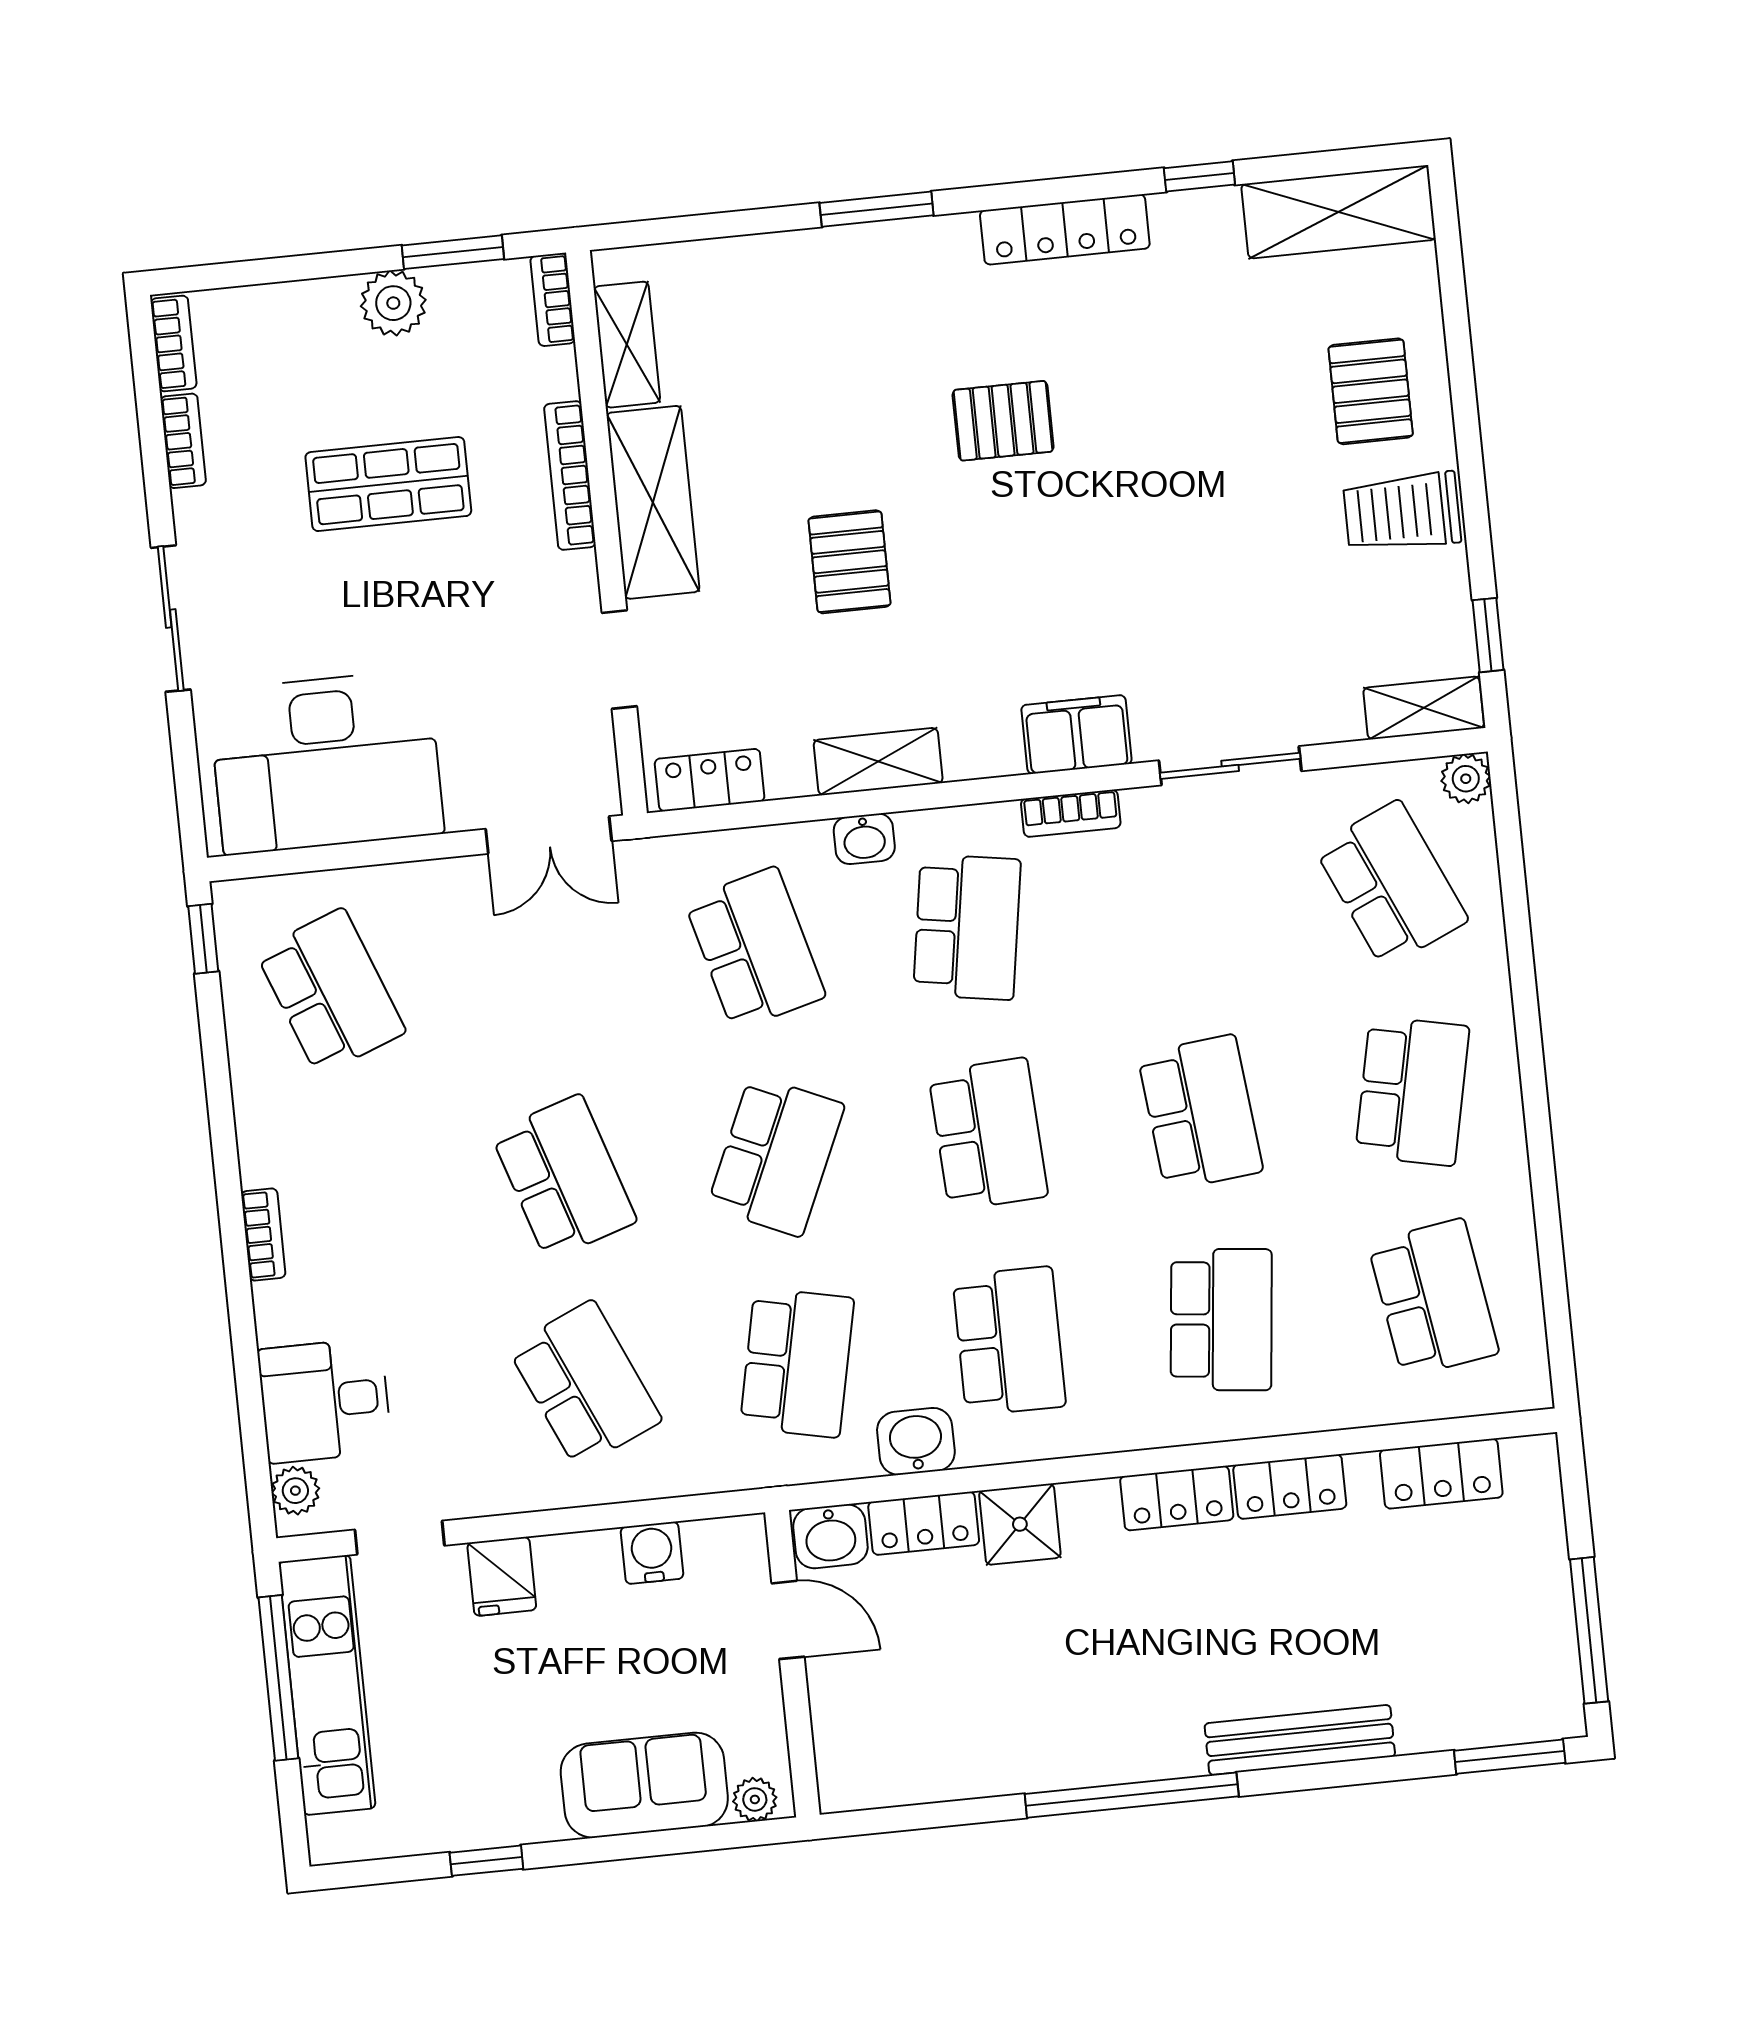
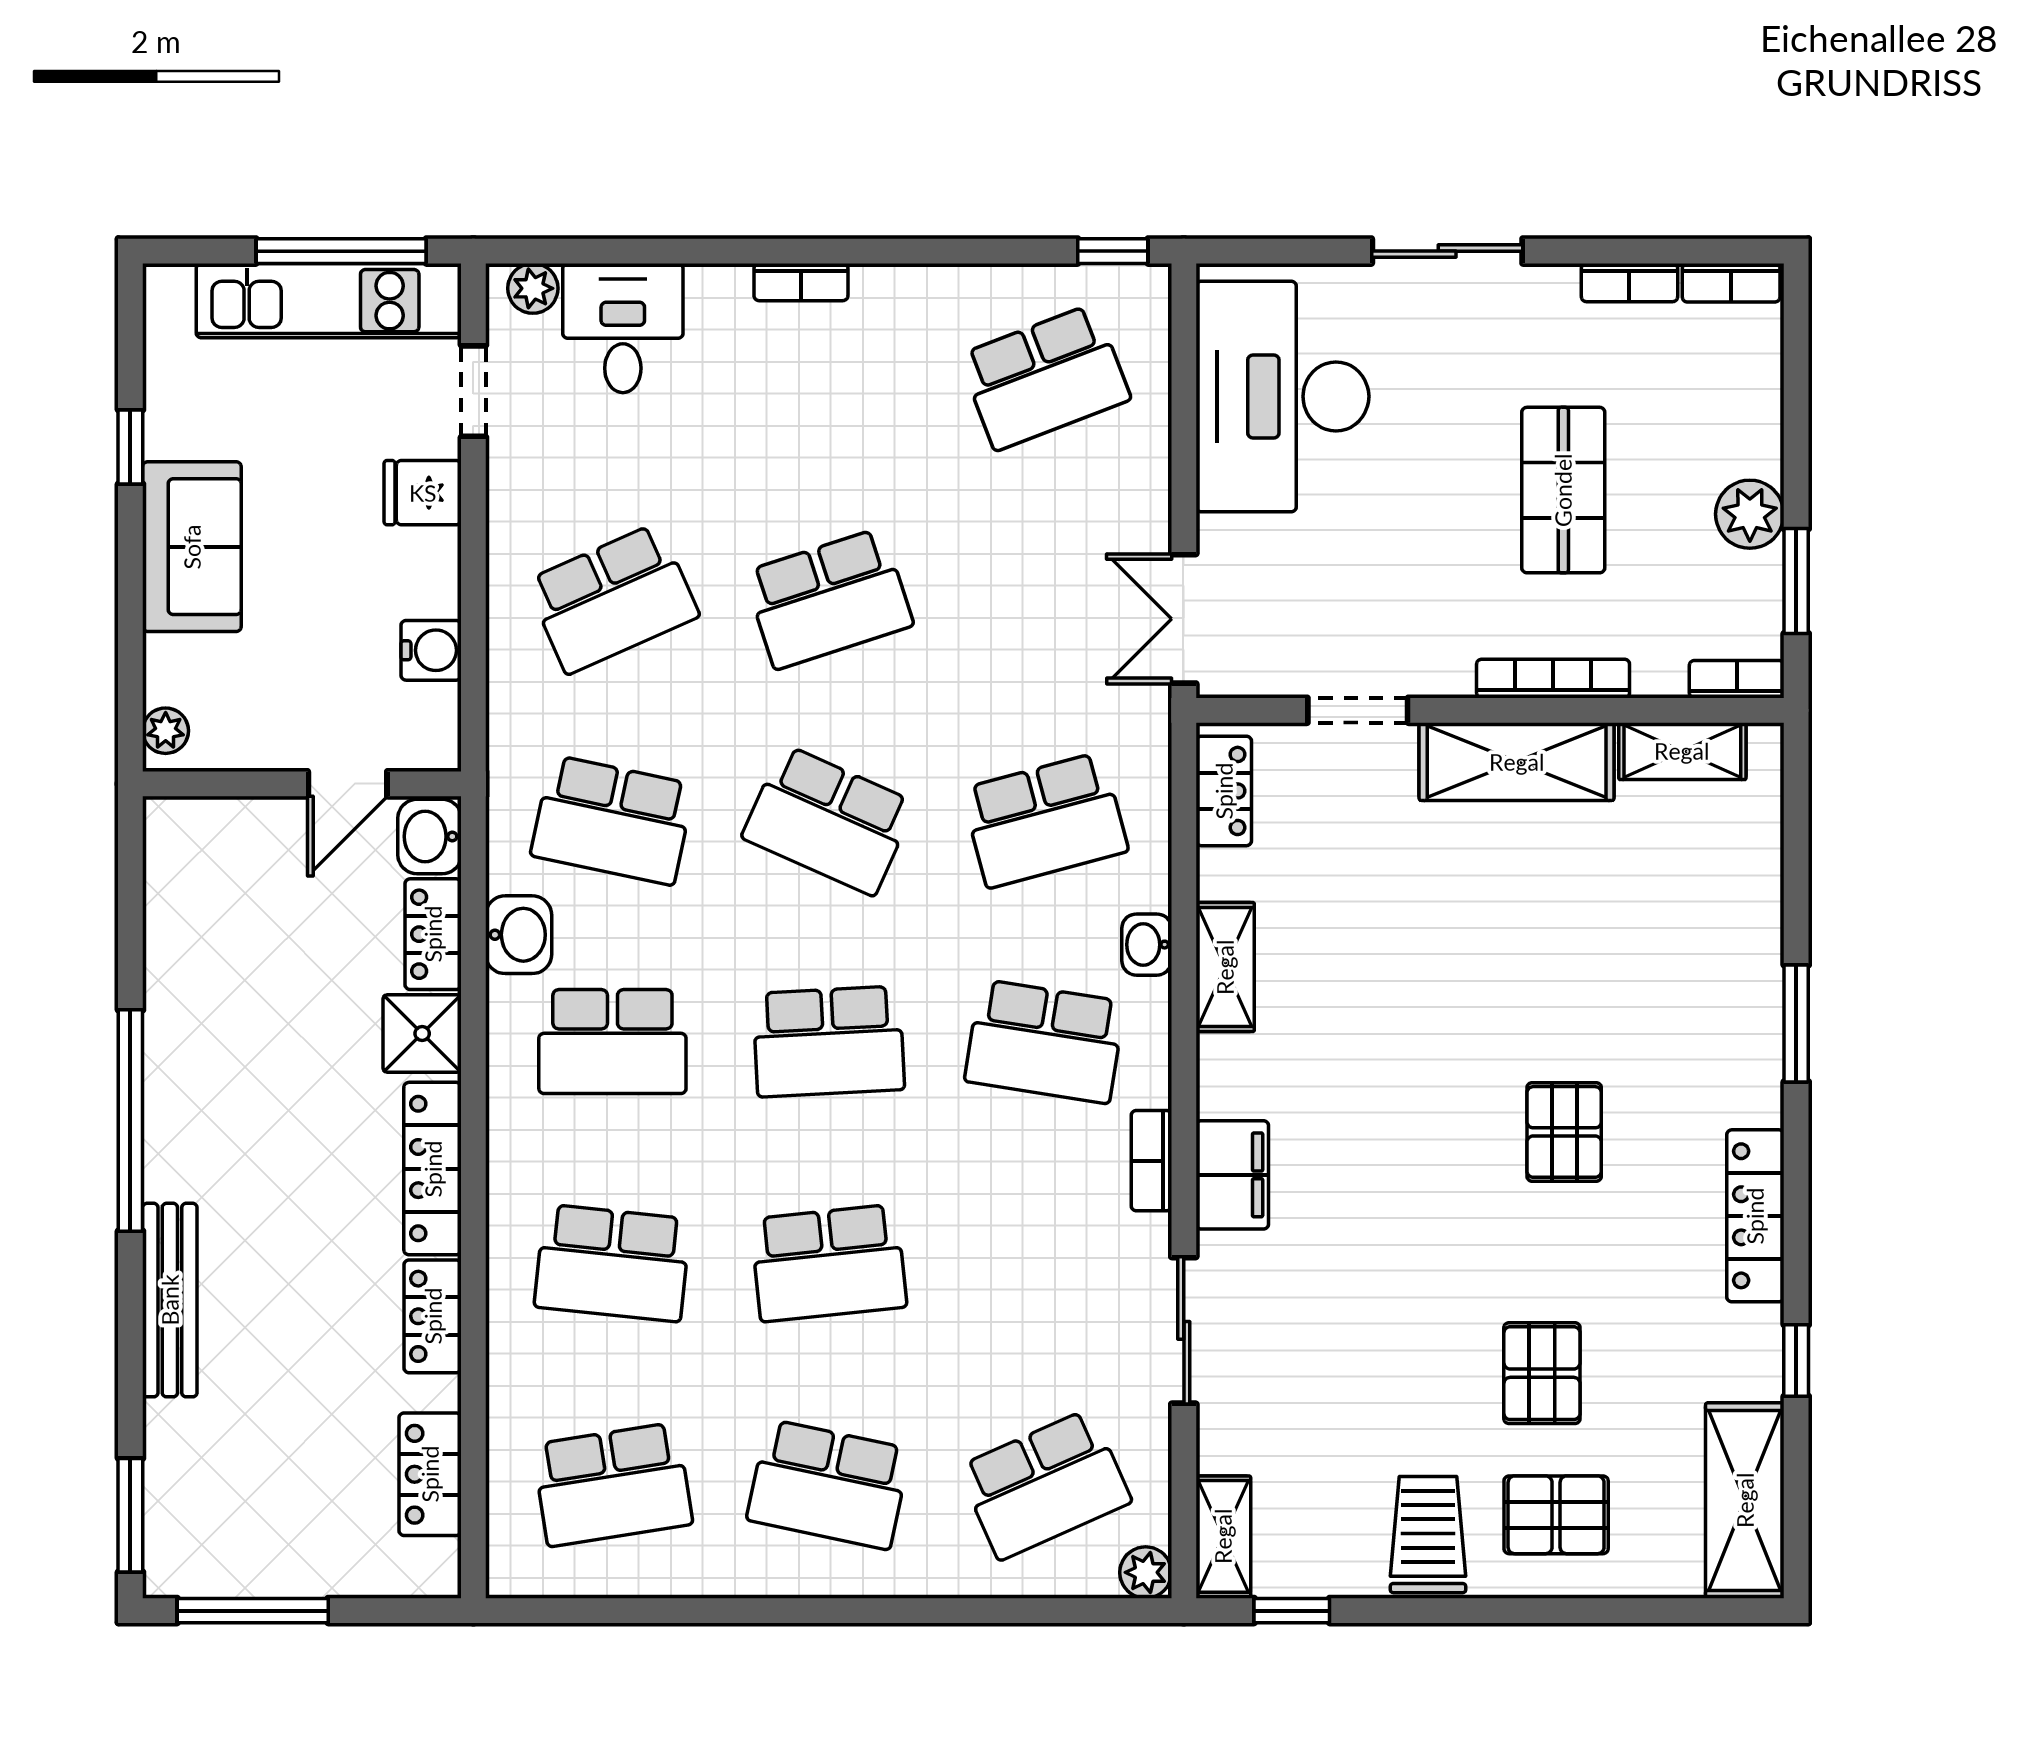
pallet: (849, 562) -> (1542, 1373), moved, turned 90
locker: (1177, 1498) -> (433, 1169), width x1.53
sofa: (644, 1785) -> (192, 547), moved

